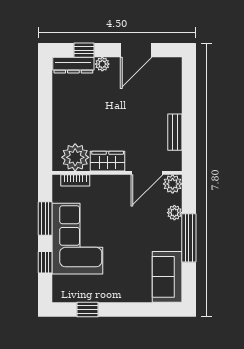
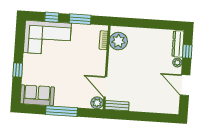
bench: (175, 132) -> (117, 106), moved
wardrobe: (108, 161) -> (115, 62), removed
plant: (174, 213) -> (78, 103), removed
corner sofa: (77, 239) -> (47, 38), moved
window: (87, 309) -> (18, 70), moved

